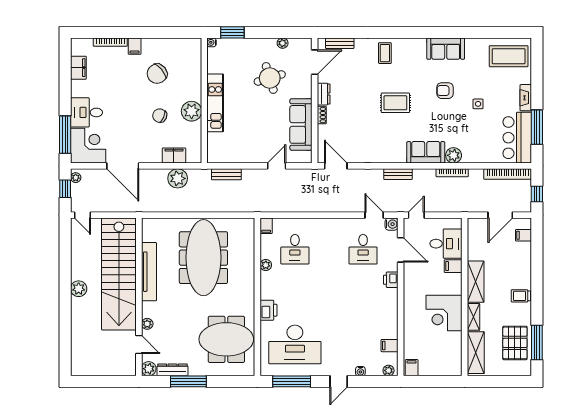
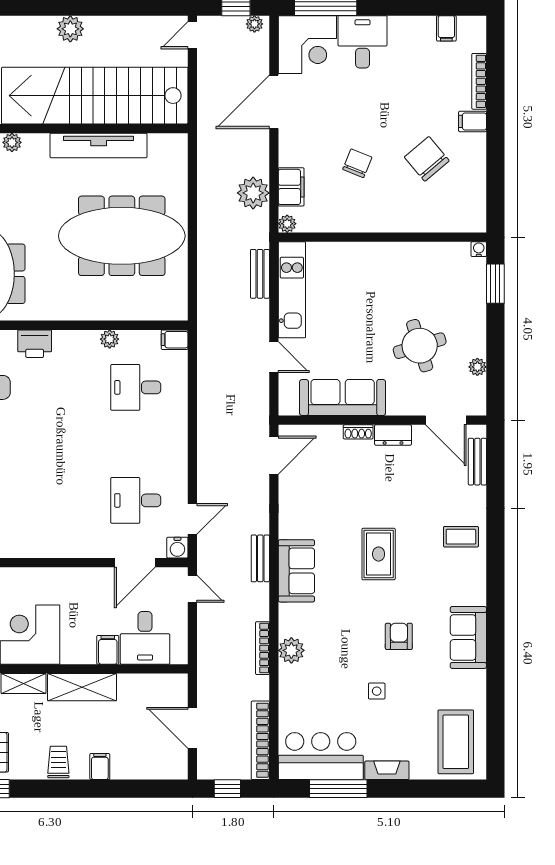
filing cabinet: (78, 68) -> (446, 28), width x0.50
kitchen unit: (215, 103) -> (292, 290), moved, turned -90
plant: (192, 111) -> (287, 224), moved, width x0.53, depth x0.53
sofa: (426, 152) -> (296, 571), moved
filing cabinet: (524, 235) -> (100, 767), moved
printer: (391, 280) -> (85, 546), removed

